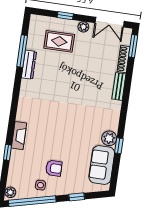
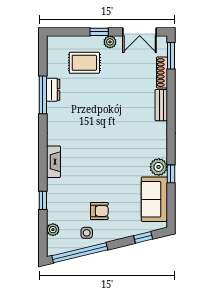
window: (65, 16) -> (99, 32), moved
window: (22, 51) -> (43, 95), moved
dresser: (29, 65) -> (53, 90), width x0.70
fireplace: (19, 136) -> (53, 162), moved
plant: (10, 192) -> (53, 230), moved
window: (77, 197) -> (143, 237), moved

